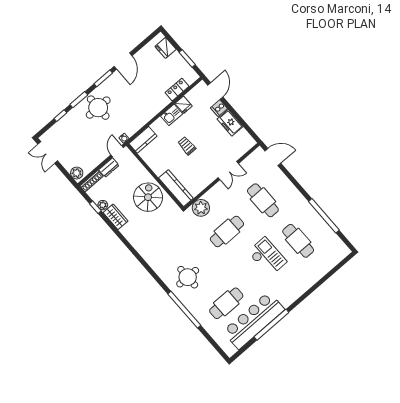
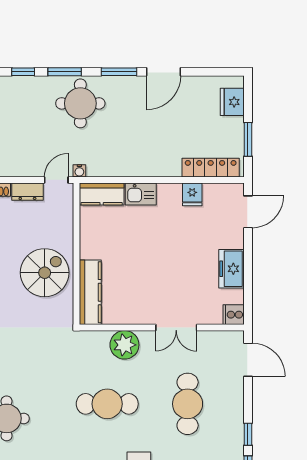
locker: (177, 89) -> (211, 168), width x1.53
cooker: (219, 108) -> (234, 315), moved
kitchen sink: (172, 115) -> (141, 194), moved
trolley: (187, 146) -> (151, 250), removed
window: (302, 190) -> (248, 434), added
plant: (201, 208) -> (124, 345), moved

